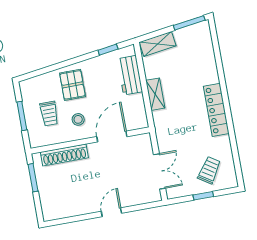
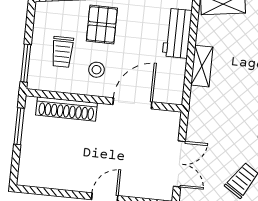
window: (22, 116) -> (26, 63), moved

